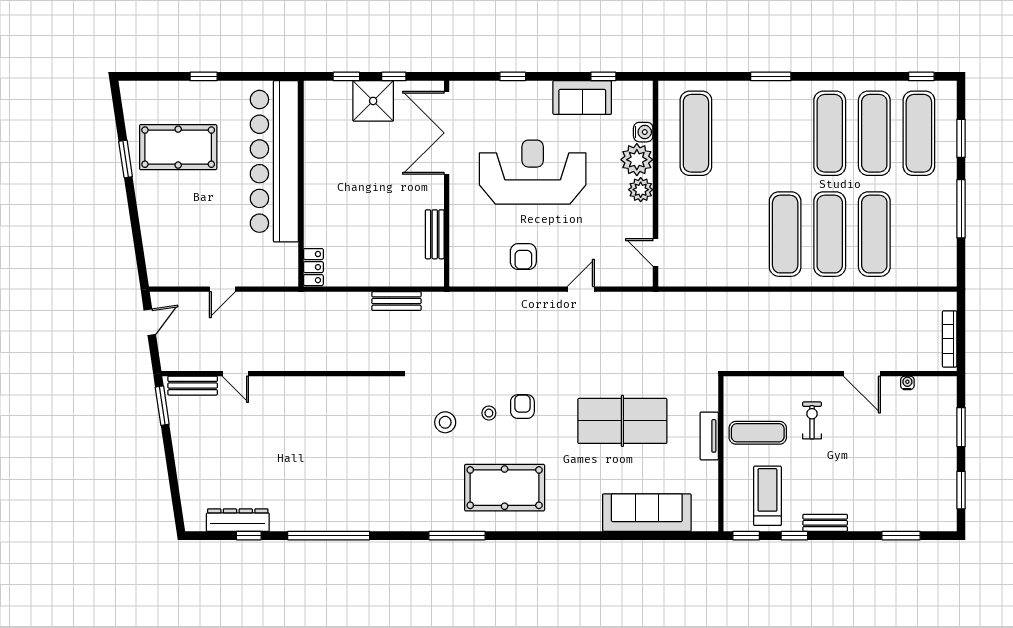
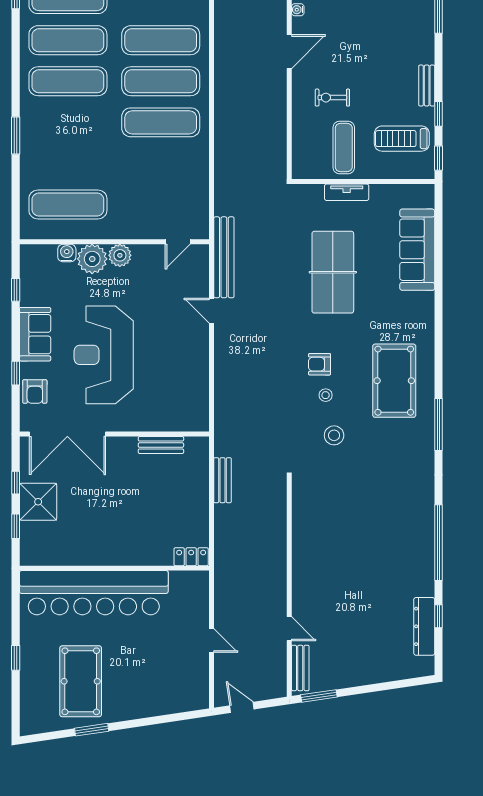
sofa: (582, 98) -> (35, 334), moved
armchair: (523, 257) -> (35, 391), moved, turned 90
bench: (639, 303) -> (224, 257), added
door: (235, 374) -> (289, 629), hinge flipped

